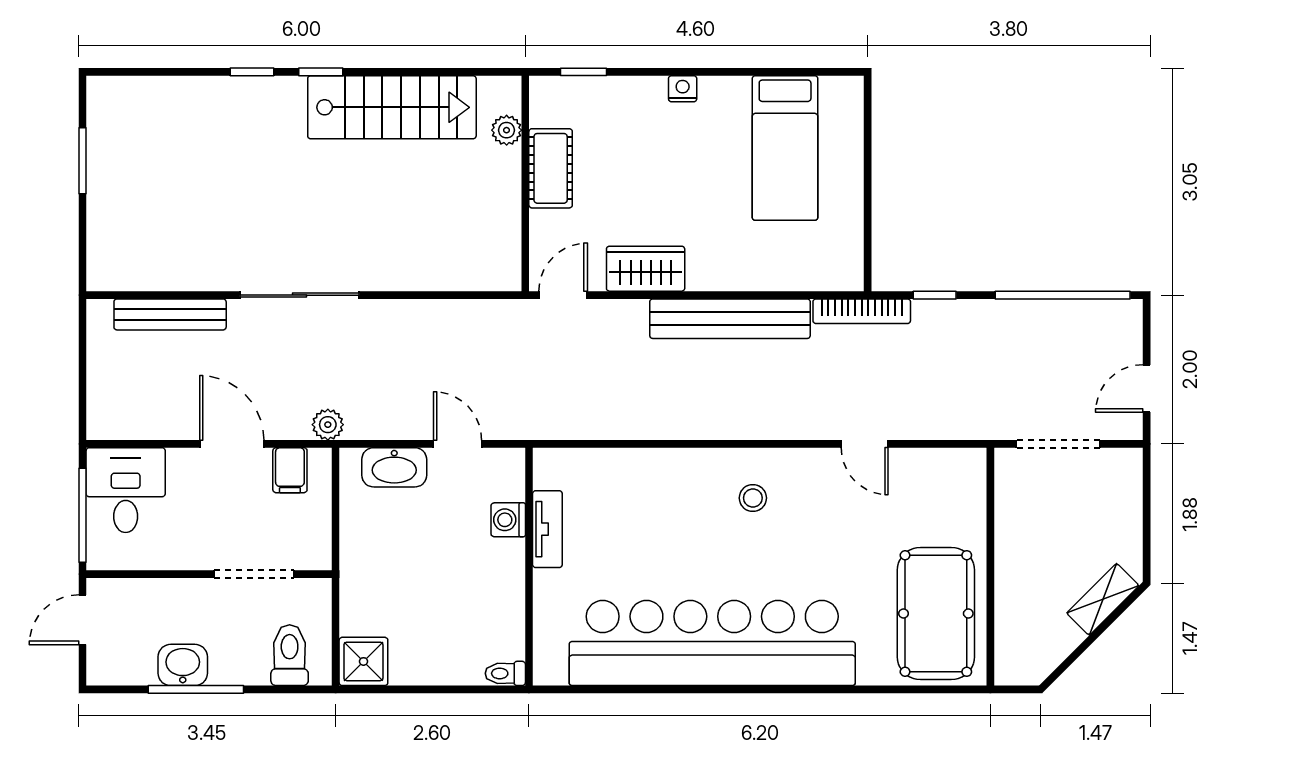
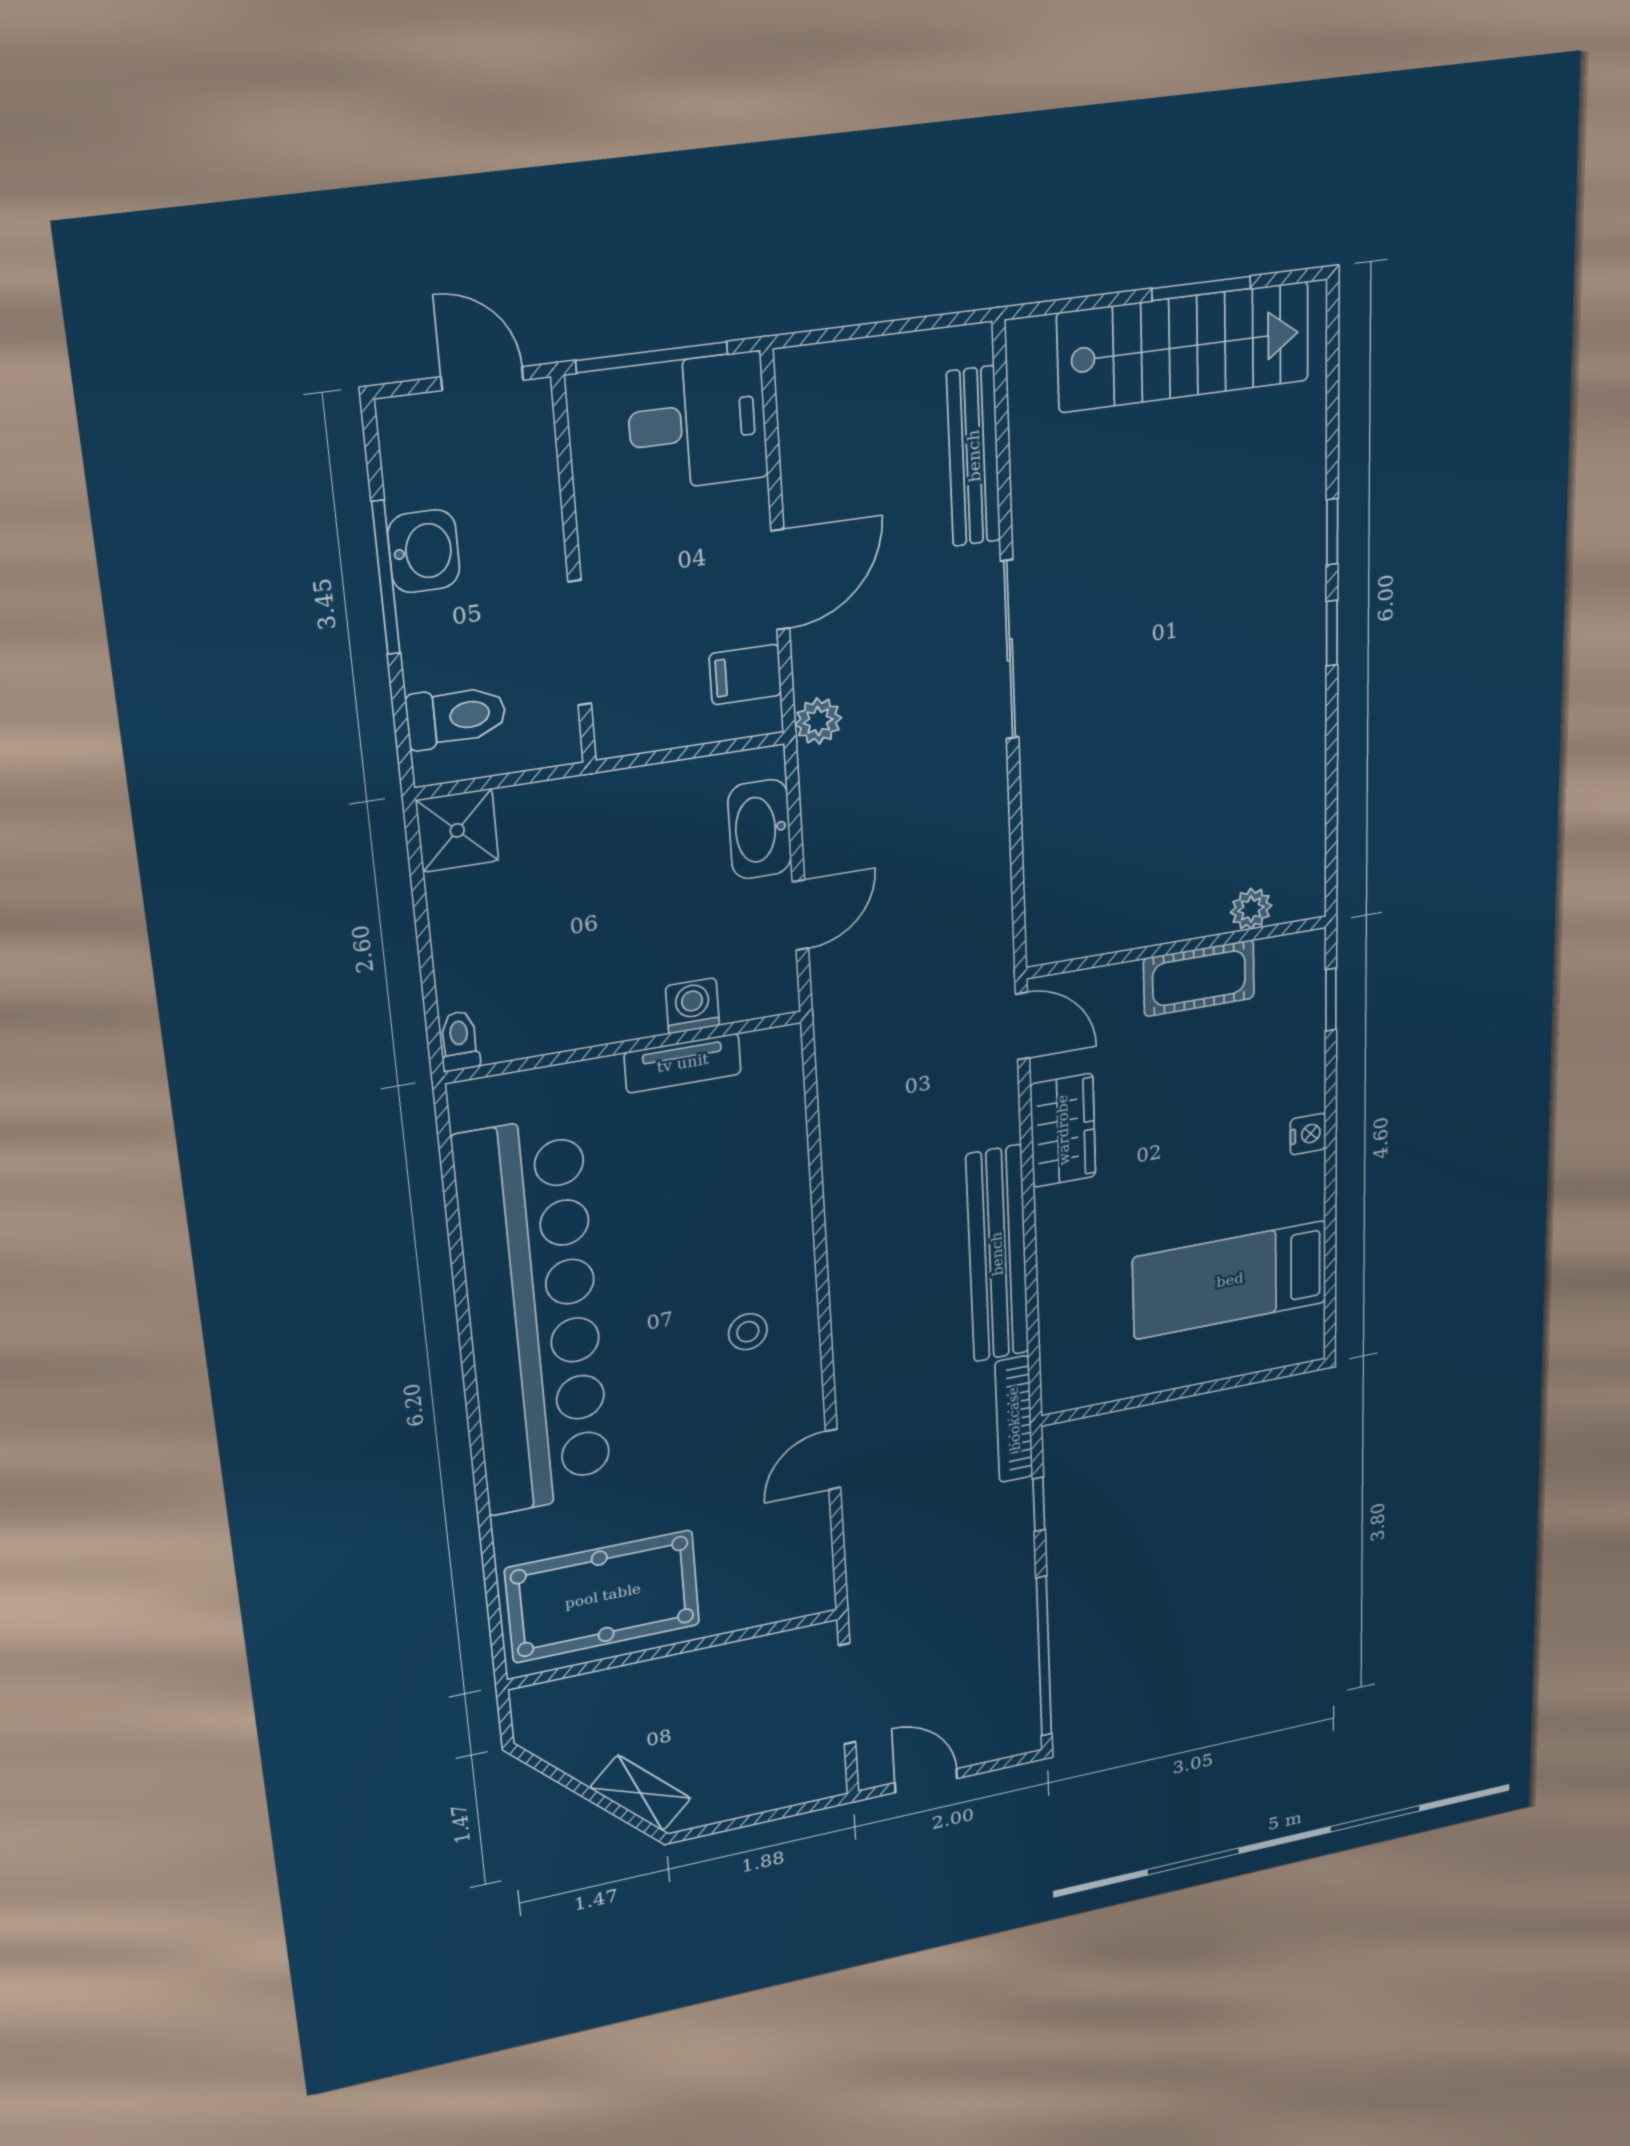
stairs: (392, 107) -> (1184, 347), moved, turned -90

